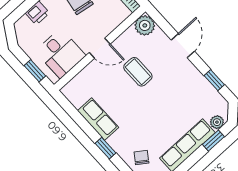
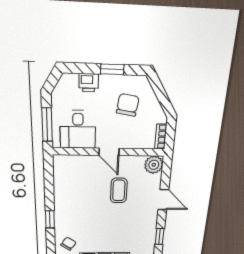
door: (183, 46) -> (163, 200), hinge flipped
window: (35, 71) -> (47, 125), width x1.50
row of seats: (98, 119) -> (62, 197), removed

